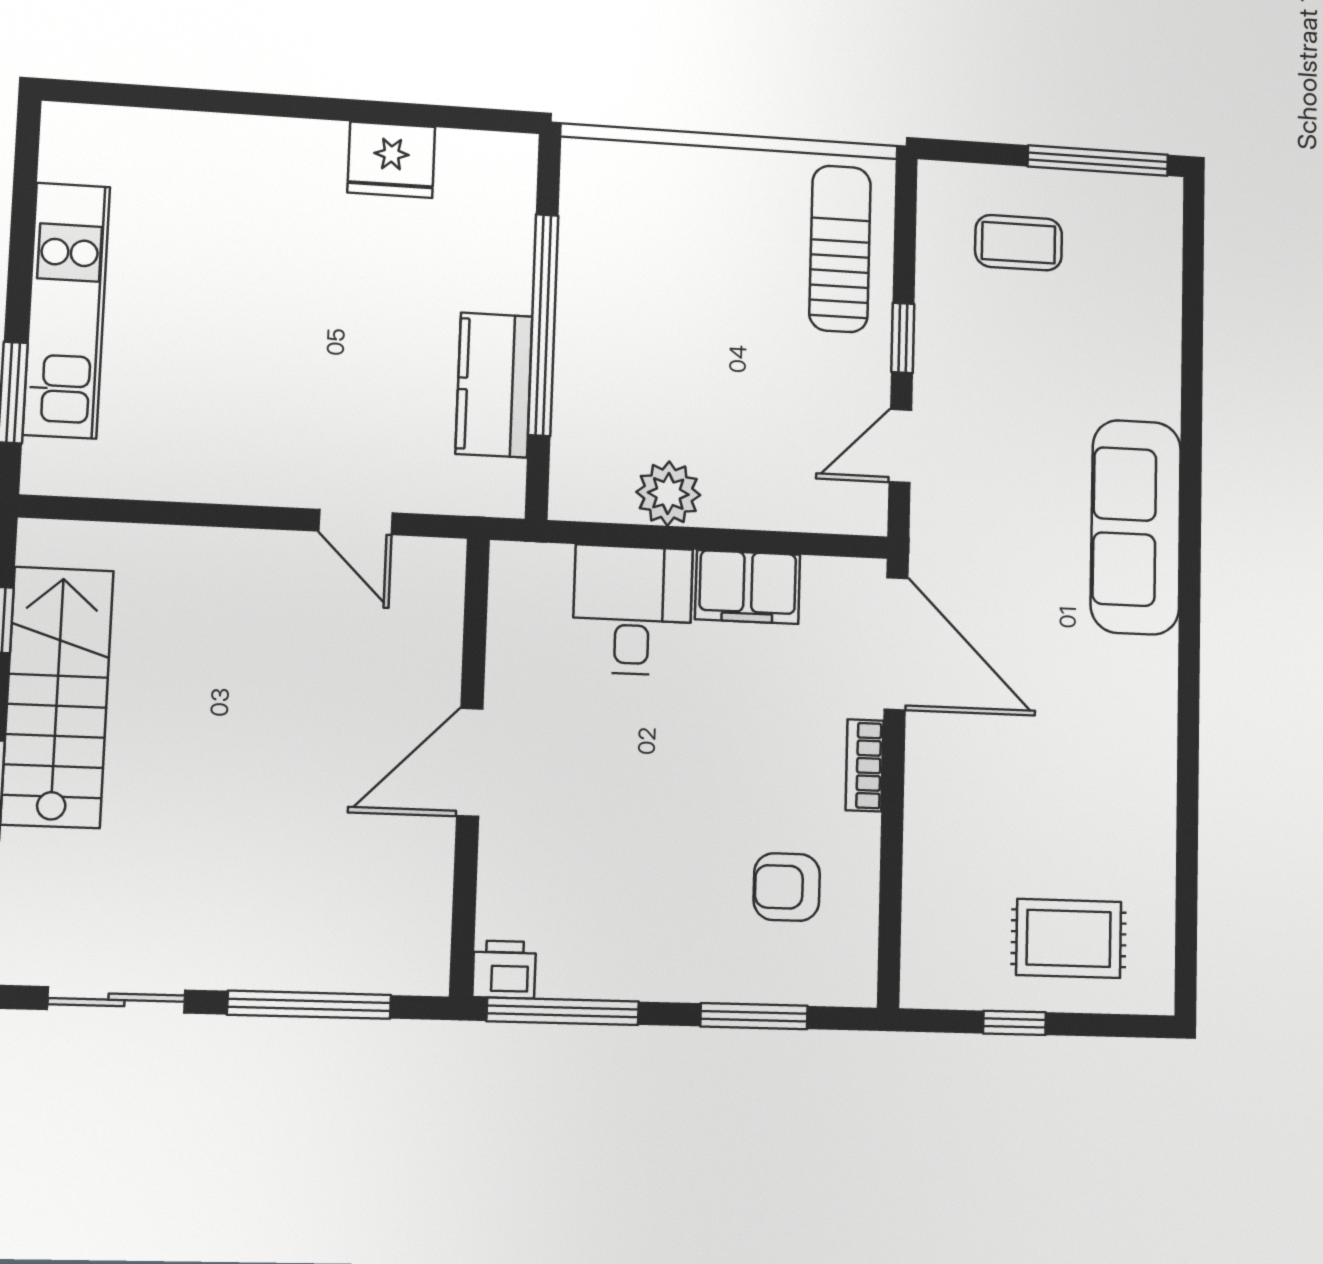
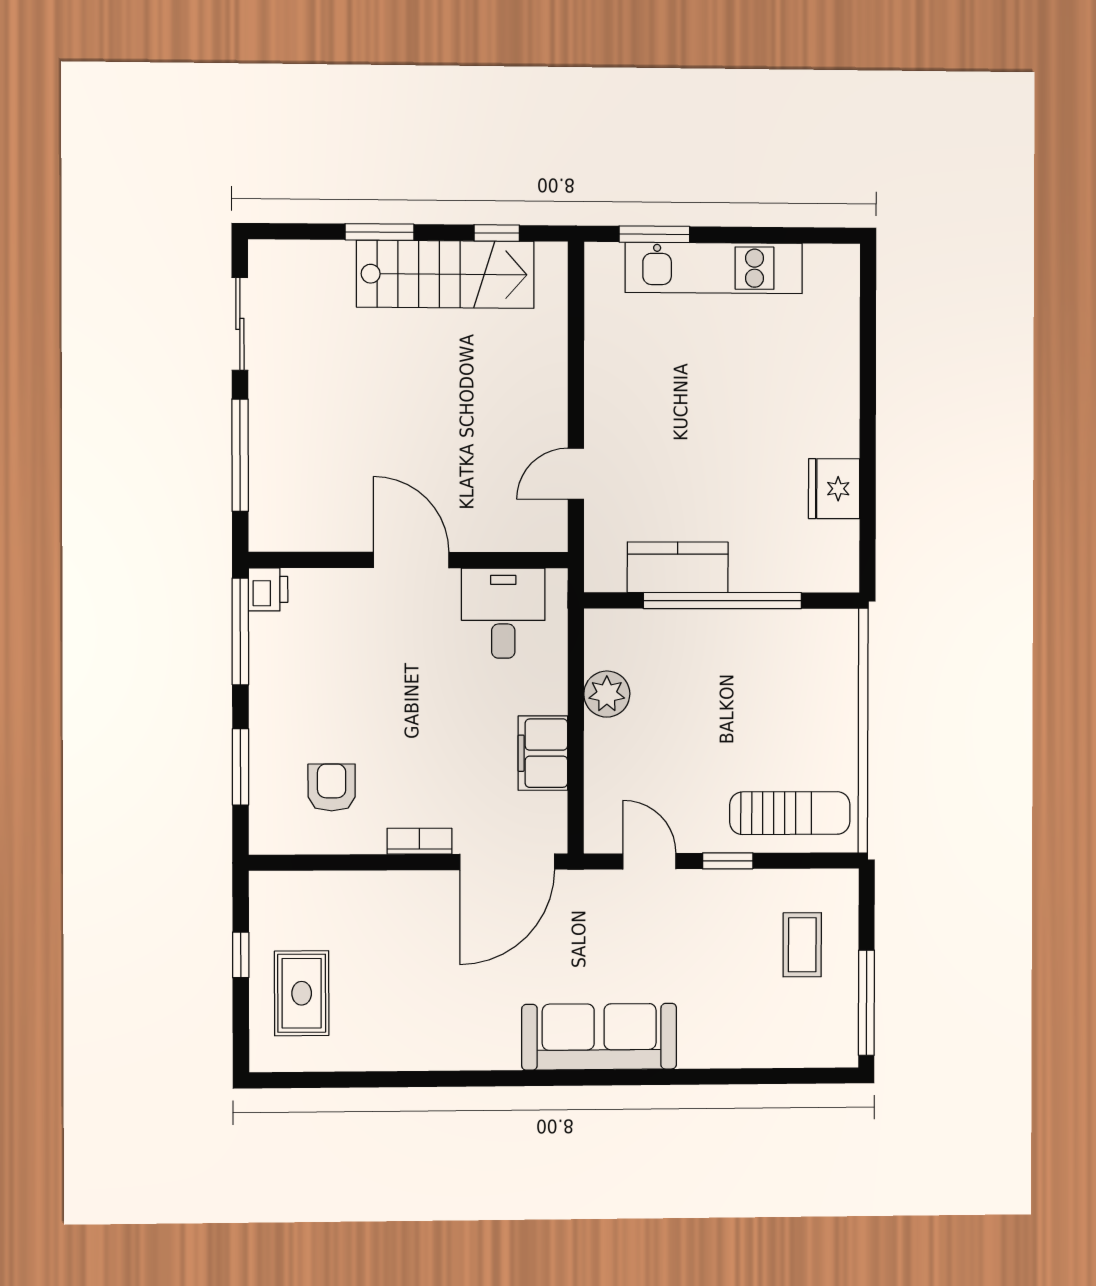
desk: (632, 610) -> (503, 613), moved, turned -90

